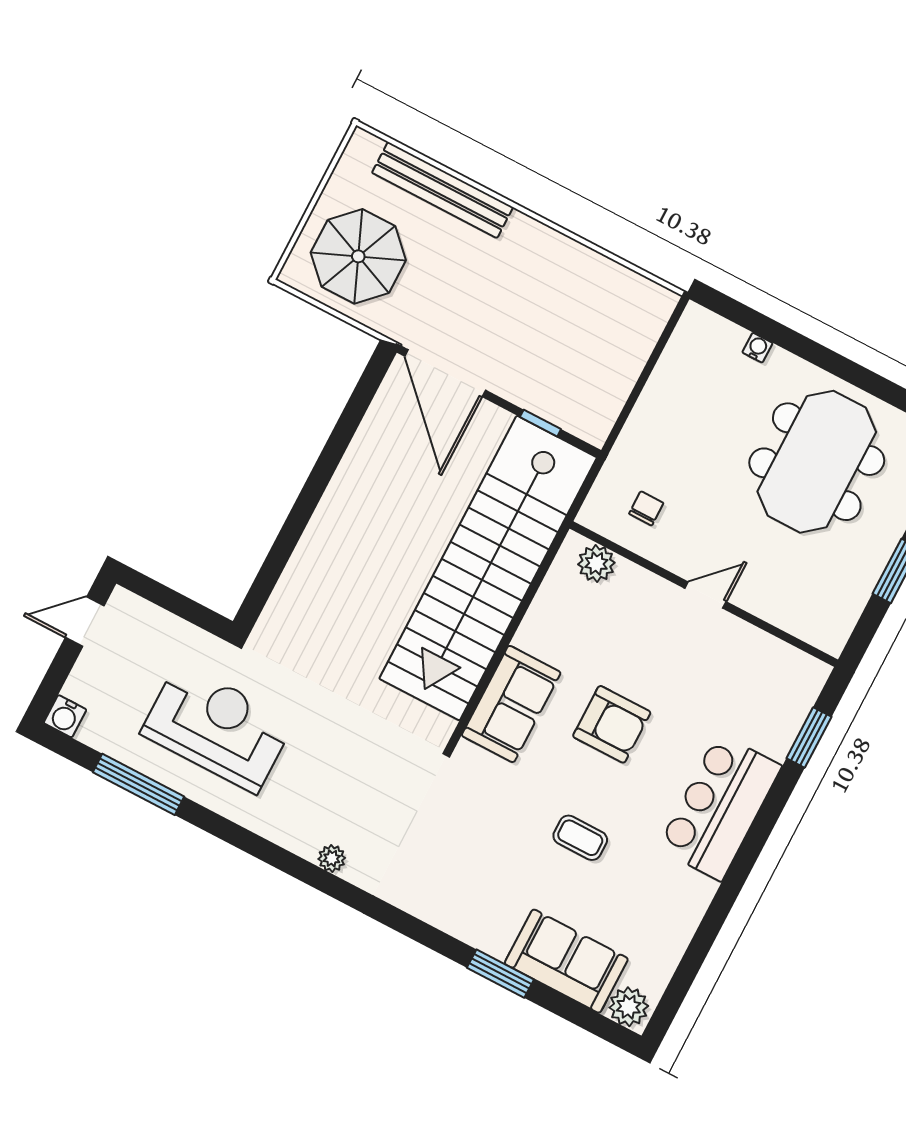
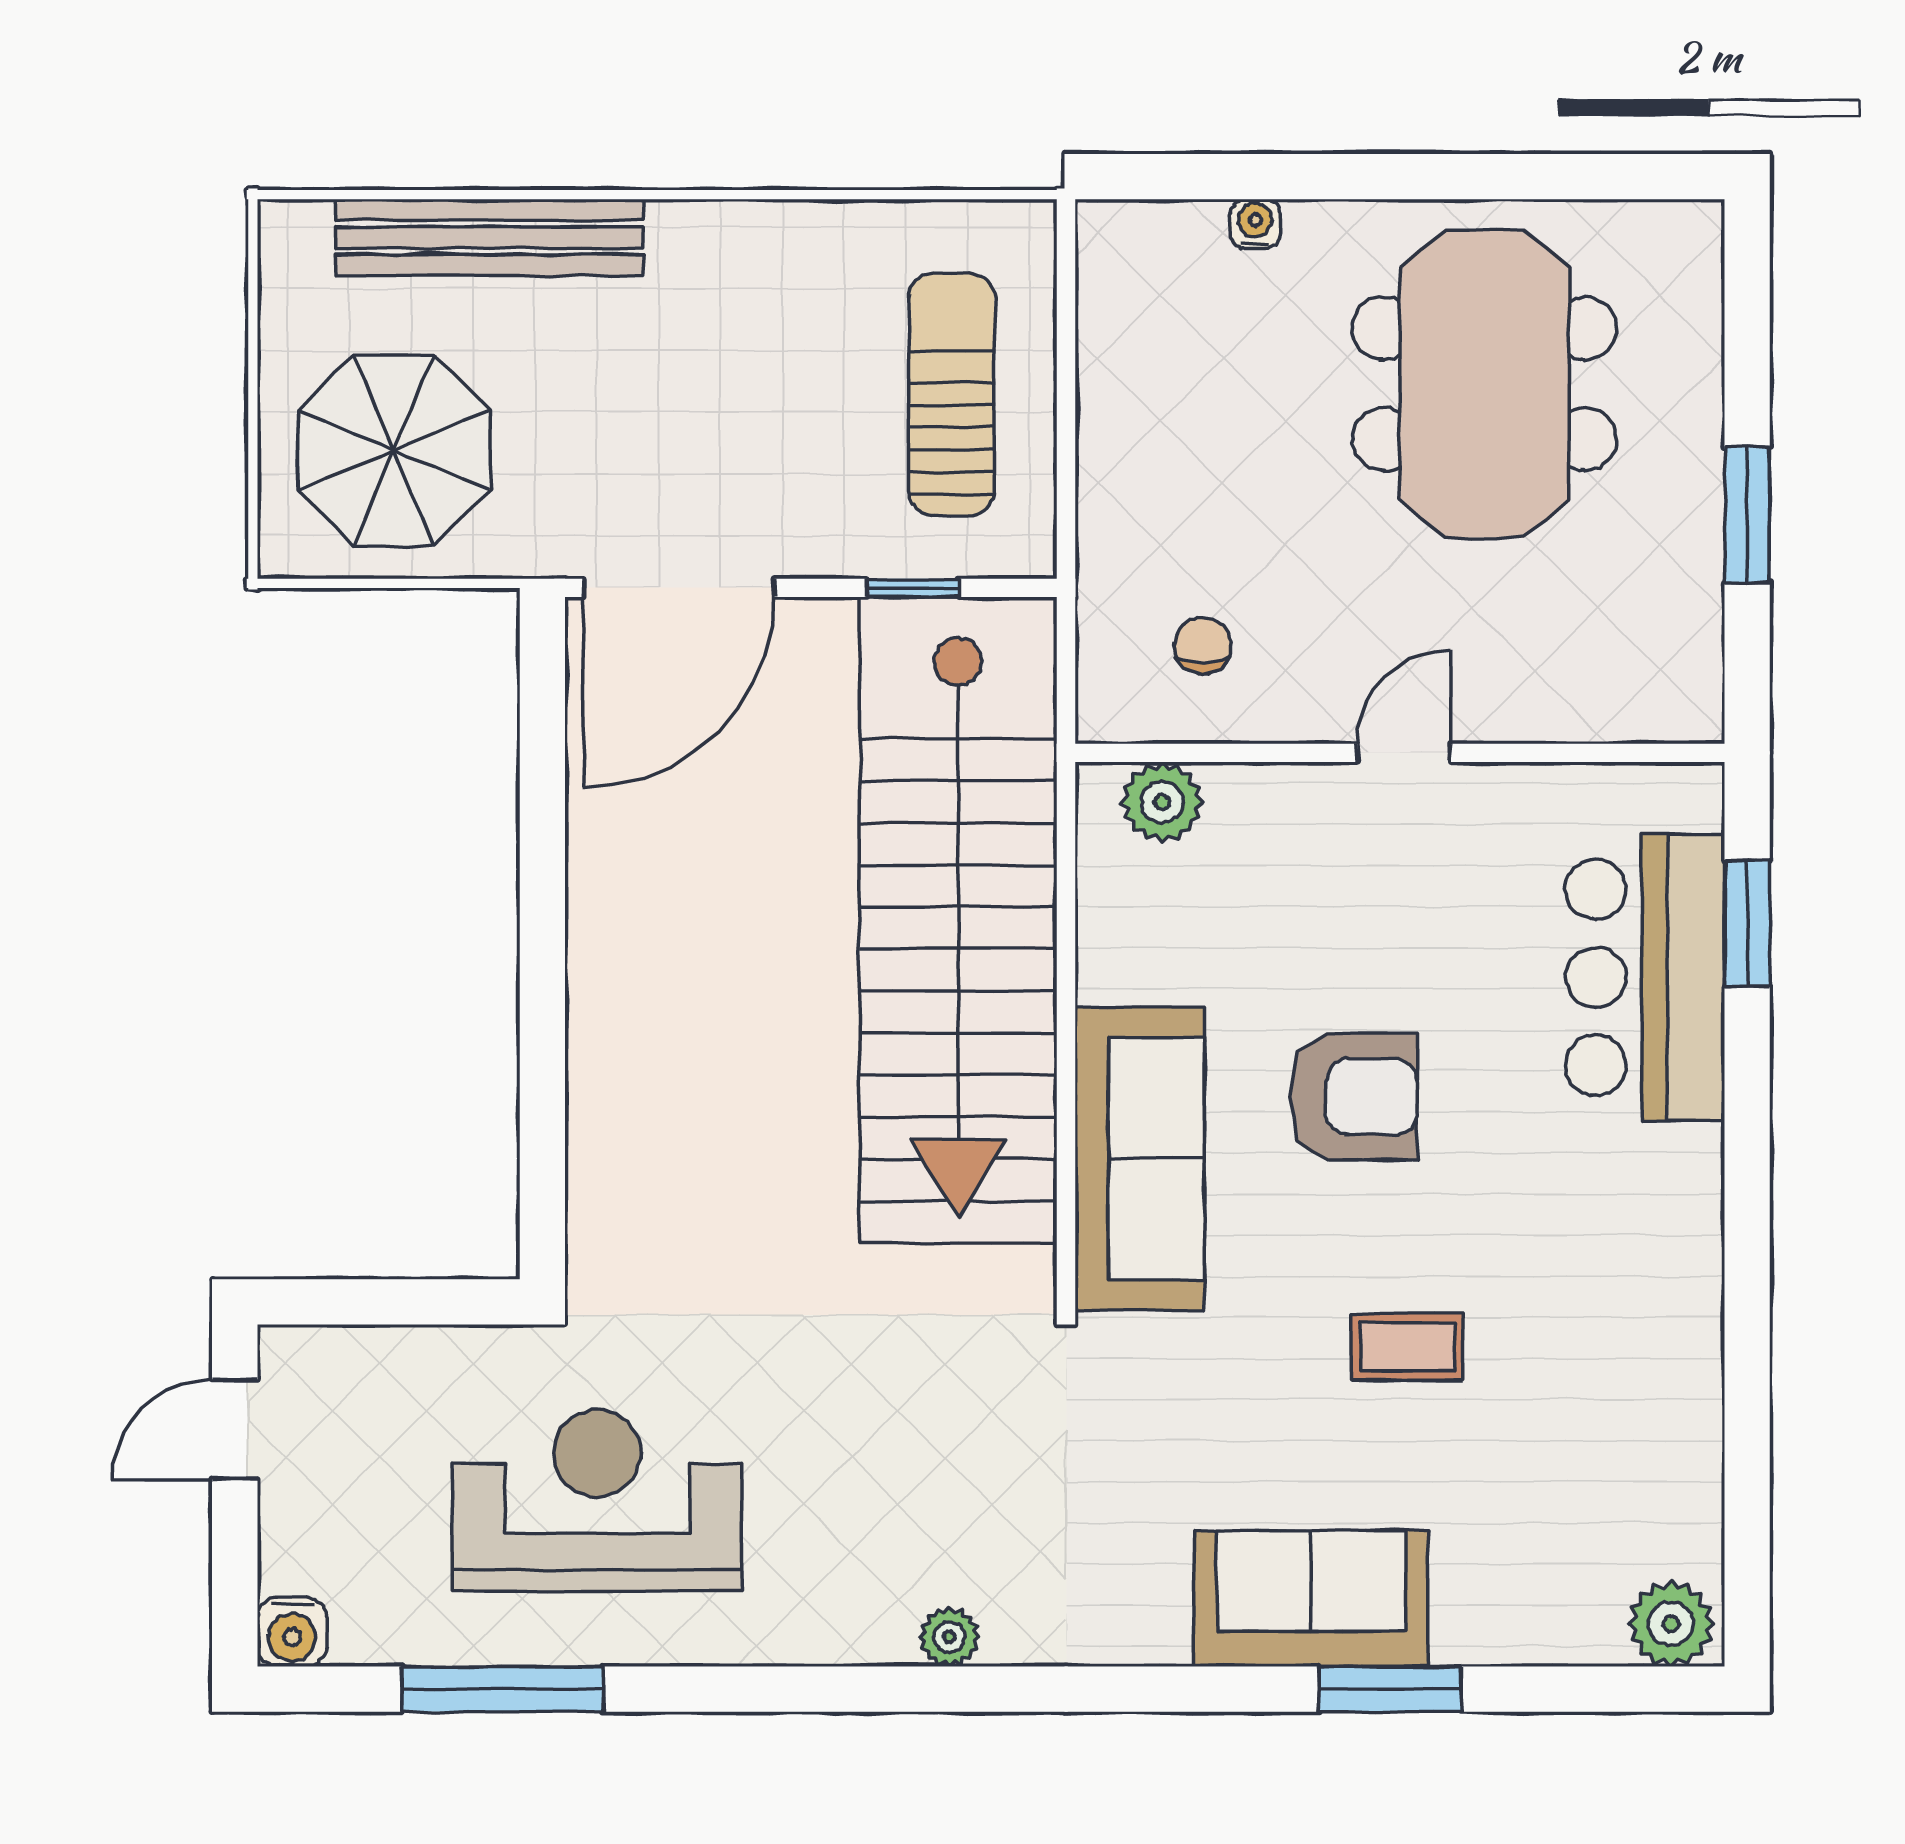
sun lounger: (597, 353) -> (952, 395), added
door: (445, 373) -> (679, 588), hinge flipped
sofa: (511, 704) -> (1140, 1159), width x1.36
bar counter: (720, 807) -> (1645, 977), moved
sofa: (566, 961) -> (1311, 1599), moved

